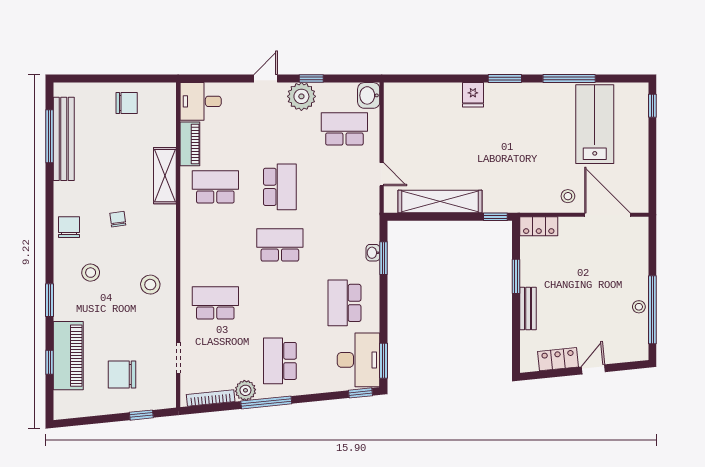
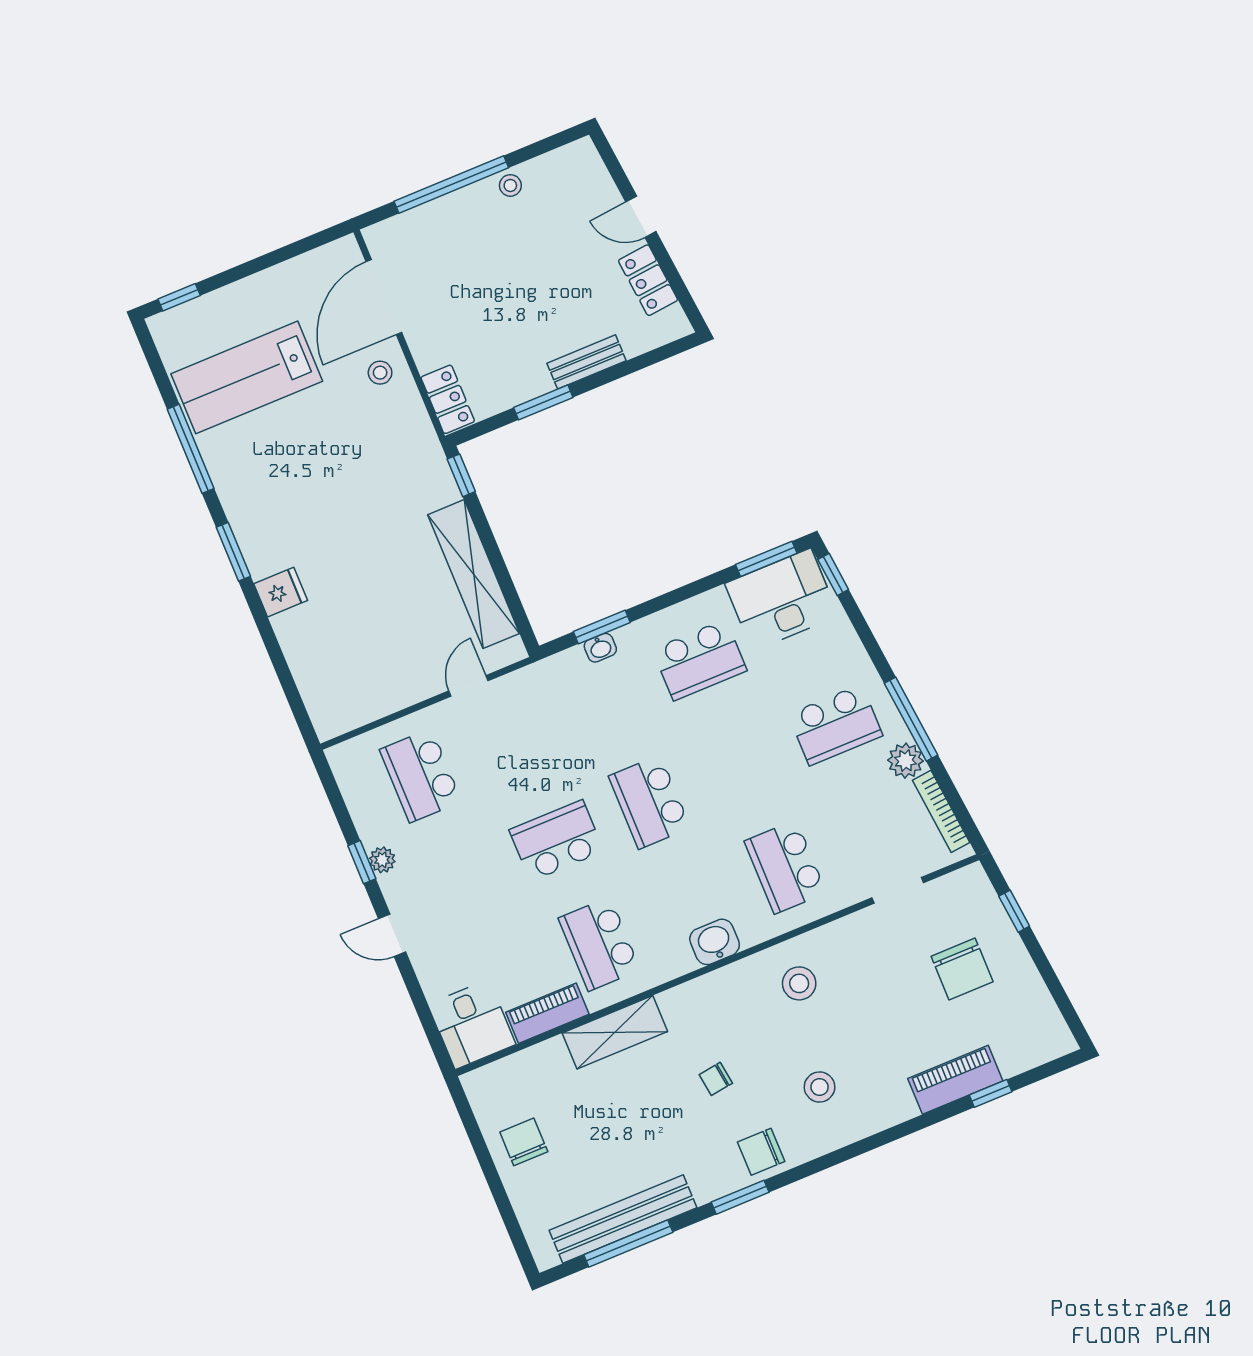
washbasin: (369, 95) -> (715, 942), moved, turned 180
plant: (301, 96) -> (382, 860), width x0.53, depth x0.53
window: (49, 300) -> (740, 1197), moved
window: (652, 310) -> (451, 184), moved
piano: (68, 356) -> (955, 1080), width x0.73, depth x0.75

